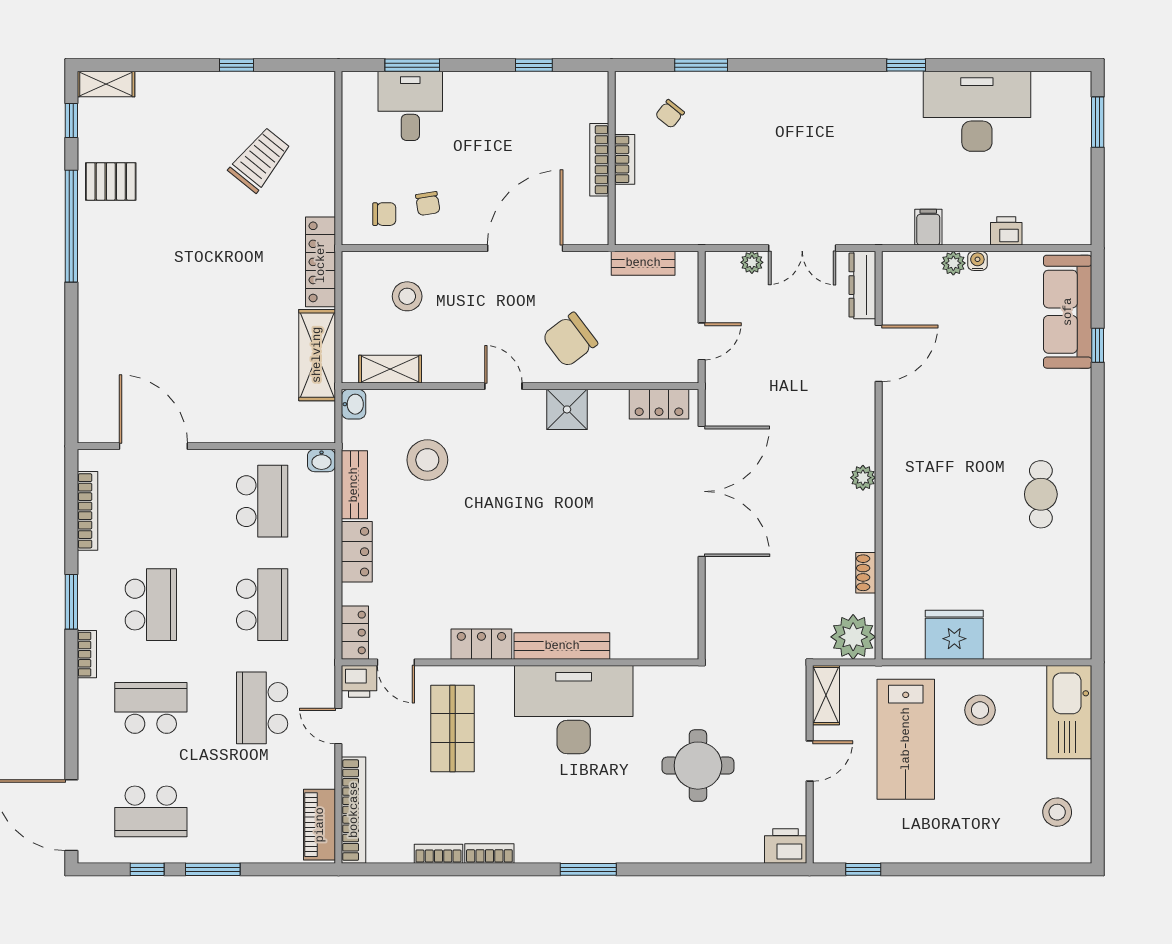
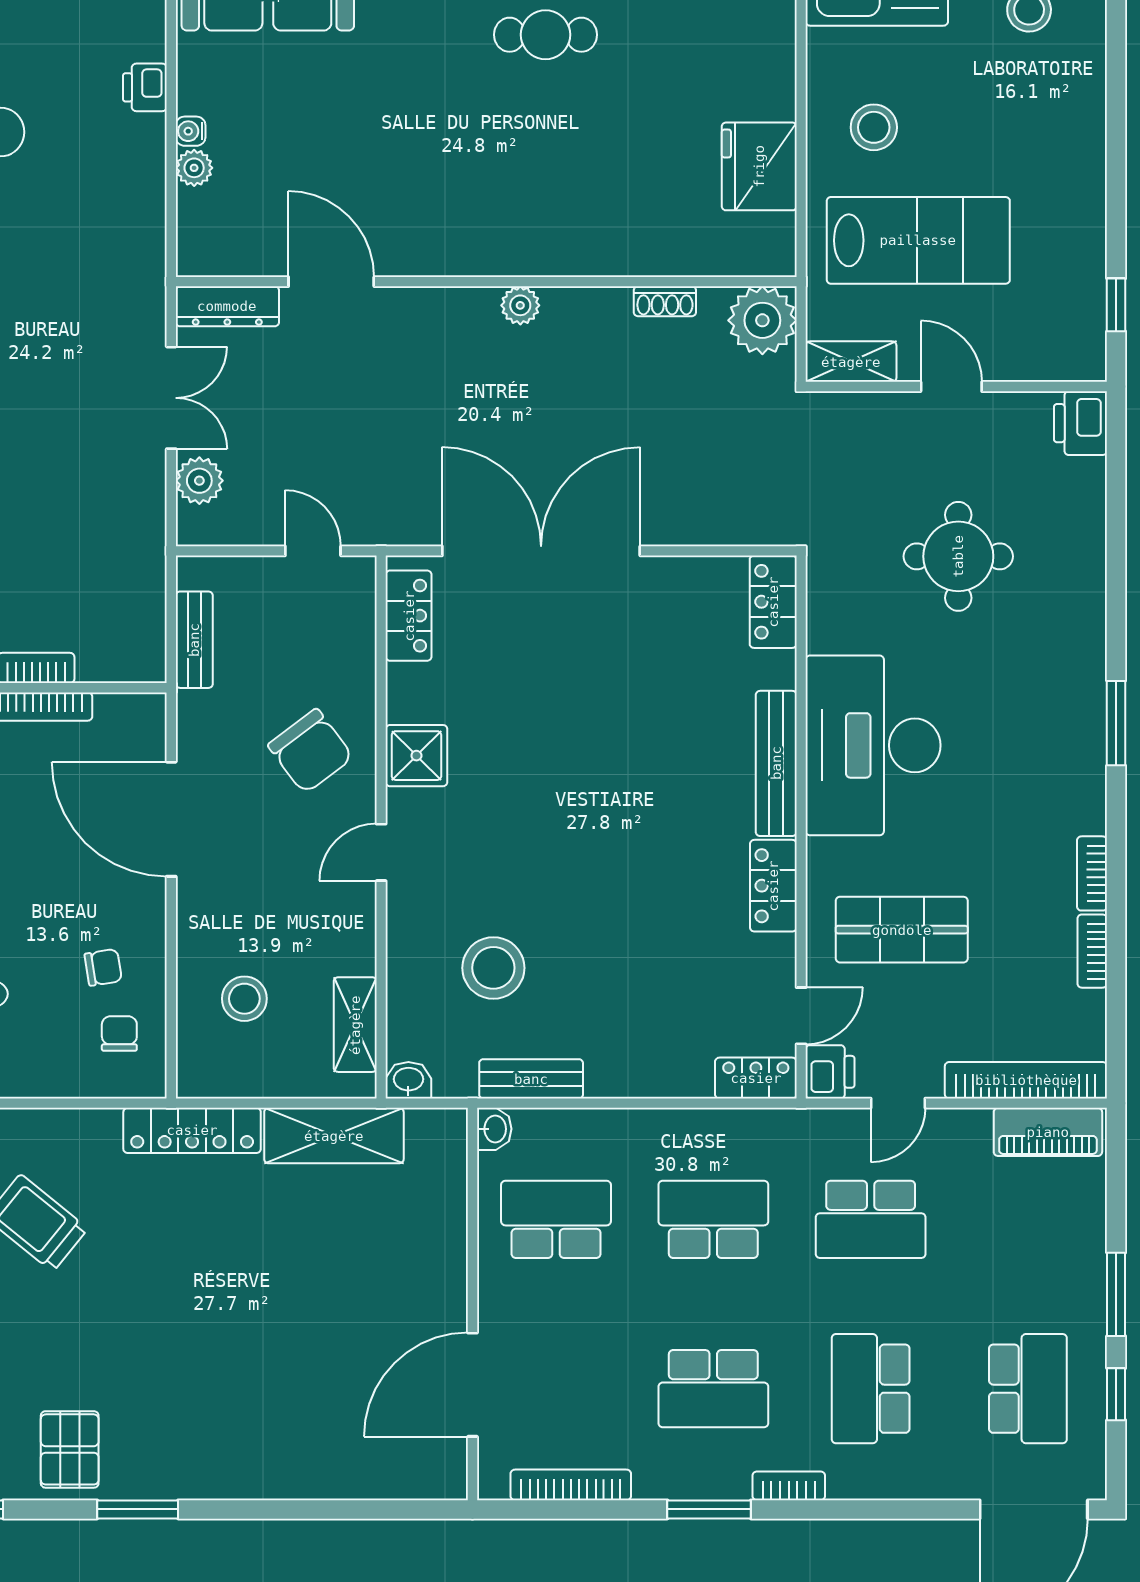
window: (71, 226) -> (138, 1509), width x0.47
filing cabinet: (928, 227) -> (139, 206), removed
plant: (752, 262) -> (199, 481), width x1.38, depth x1.38
locker: (357, 552) -> (773, 602), moved, turned -90
school desk: (151, 605) -> (713, 1389), turned 180

